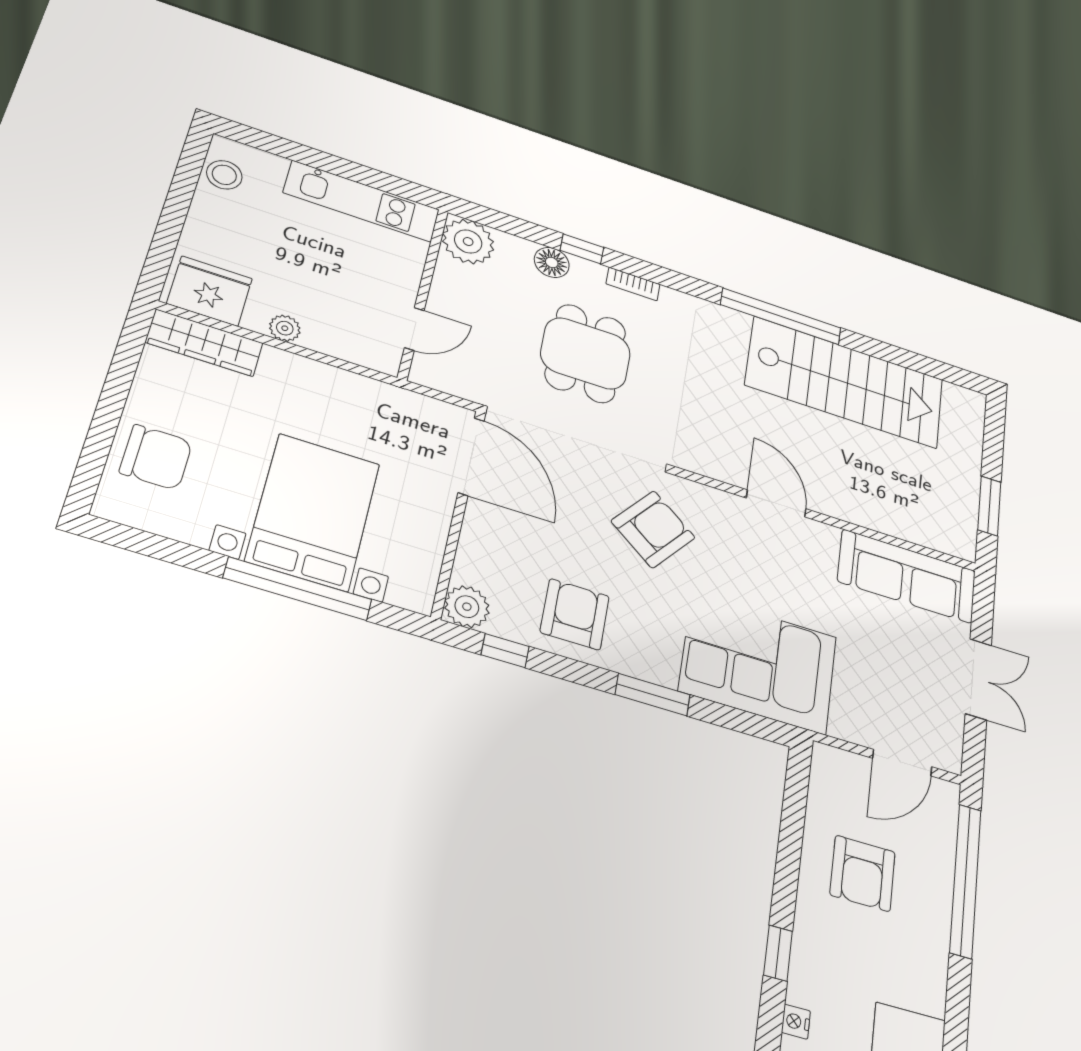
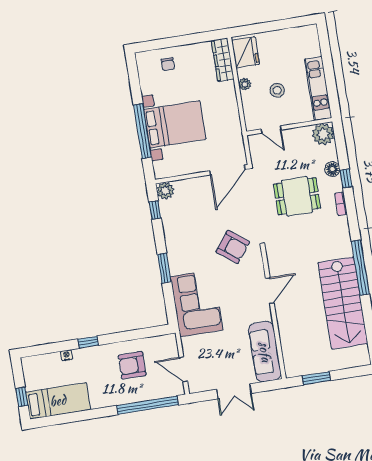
stool: (224, 175) -> (277, 90), moved
chair: (156, 457) -> (168, 64), width x0.54, depth x0.54
armchair: (575, 614) -> (182, 230), removed

